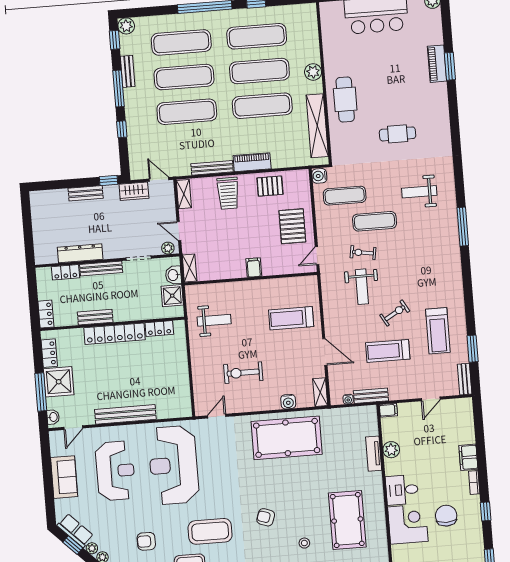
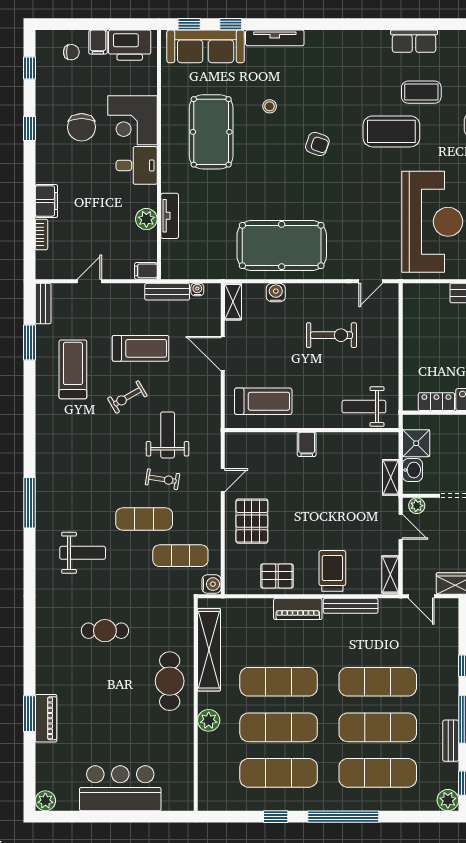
filing cabinet: (254, 267) -> (307, 444), moved
wall: (251, 279) -> (312, 430), moved
bookcase: (474, 482) -> (41, 235), moved

